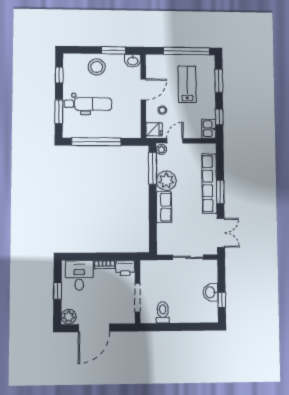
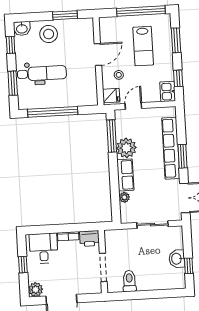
washbasin: (133, 61) -> (22, 29), moved
lab bench: (187, 84) -> (143, 46), turned 180
plant: (161, 150) -> (124, 197), moved

